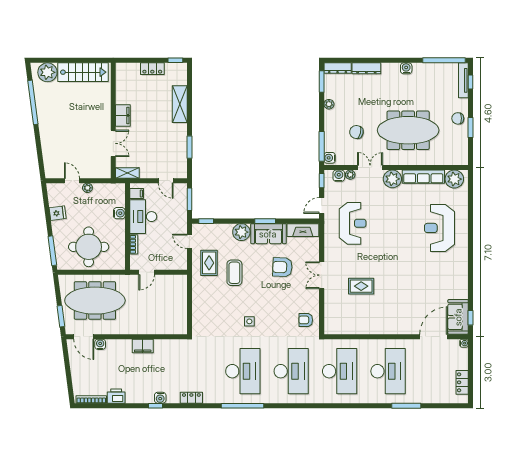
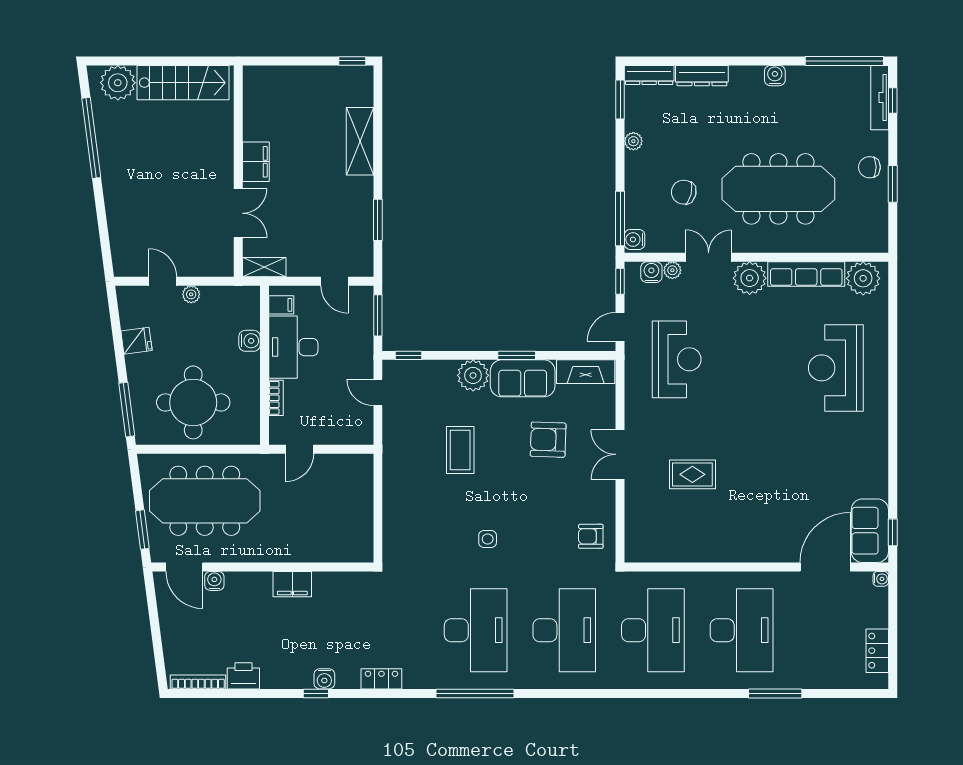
locker: (152, 69) -> (310, 76), removed
rug: (209, 263) -> (414, 432), removed

